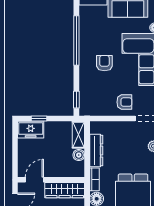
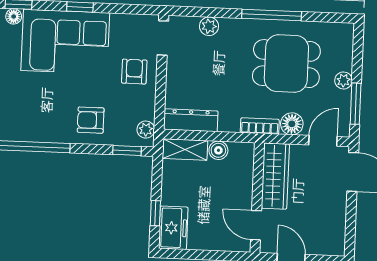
armchair: (104, 63) -> (91, 120), moved
plant: (89, 111) -> (146, 130), added
dresser: (96, 151) -> (191, 120), moved

